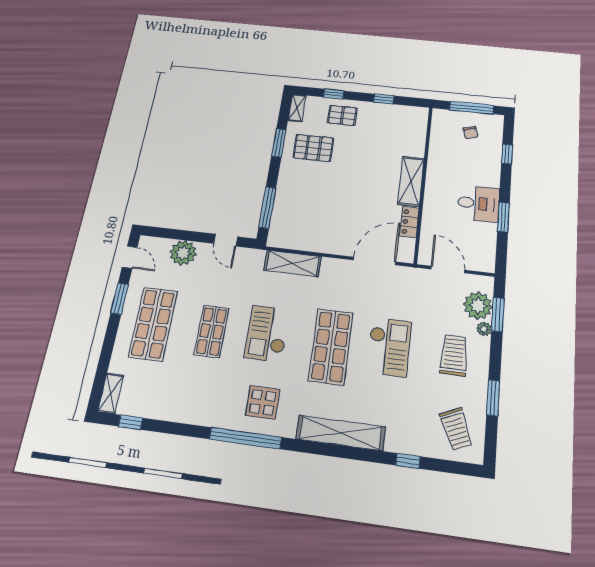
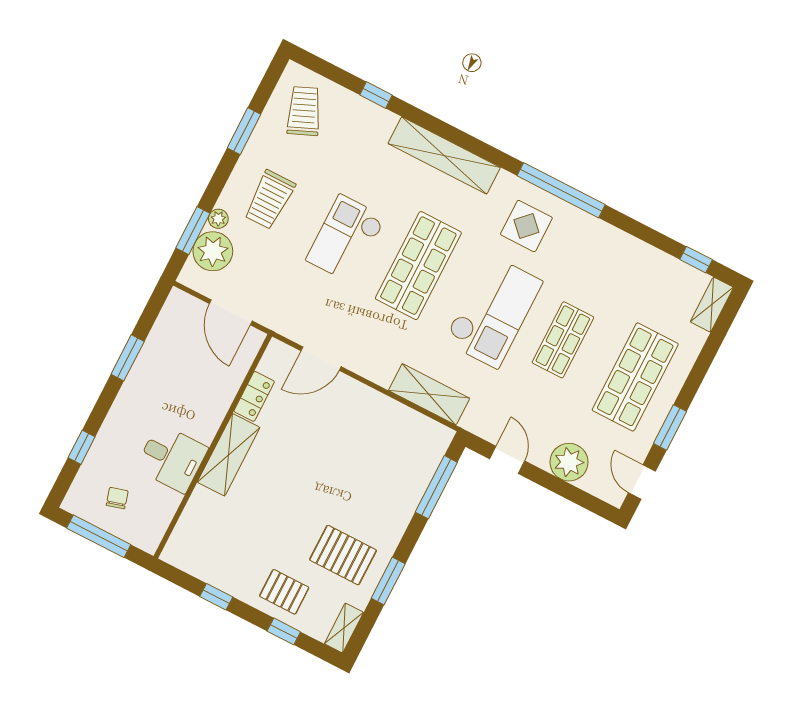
desk: (478, 204) -> (172, 458), moved, turned 180
door: (374, 261) -> (321, 359), width x0.73
checkout: (267, 334) -> (493, 311), width x1.36, depth x1.21

